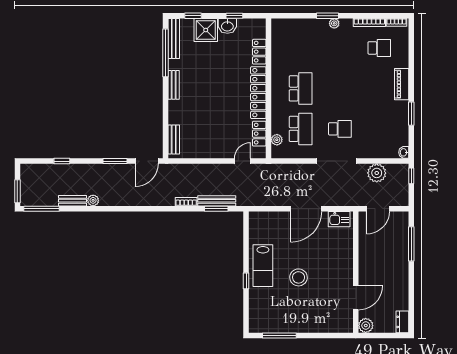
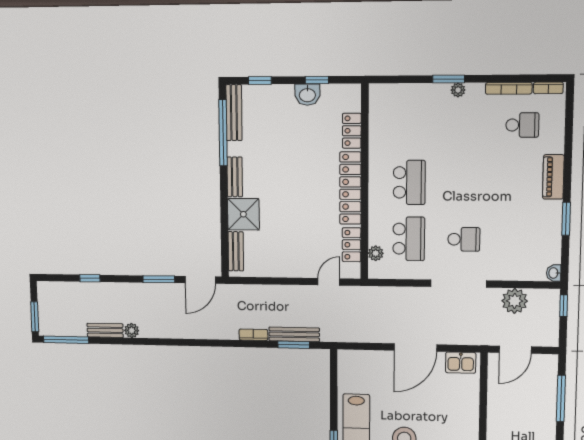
shower: (206, 30) -> (243, 214), moved

